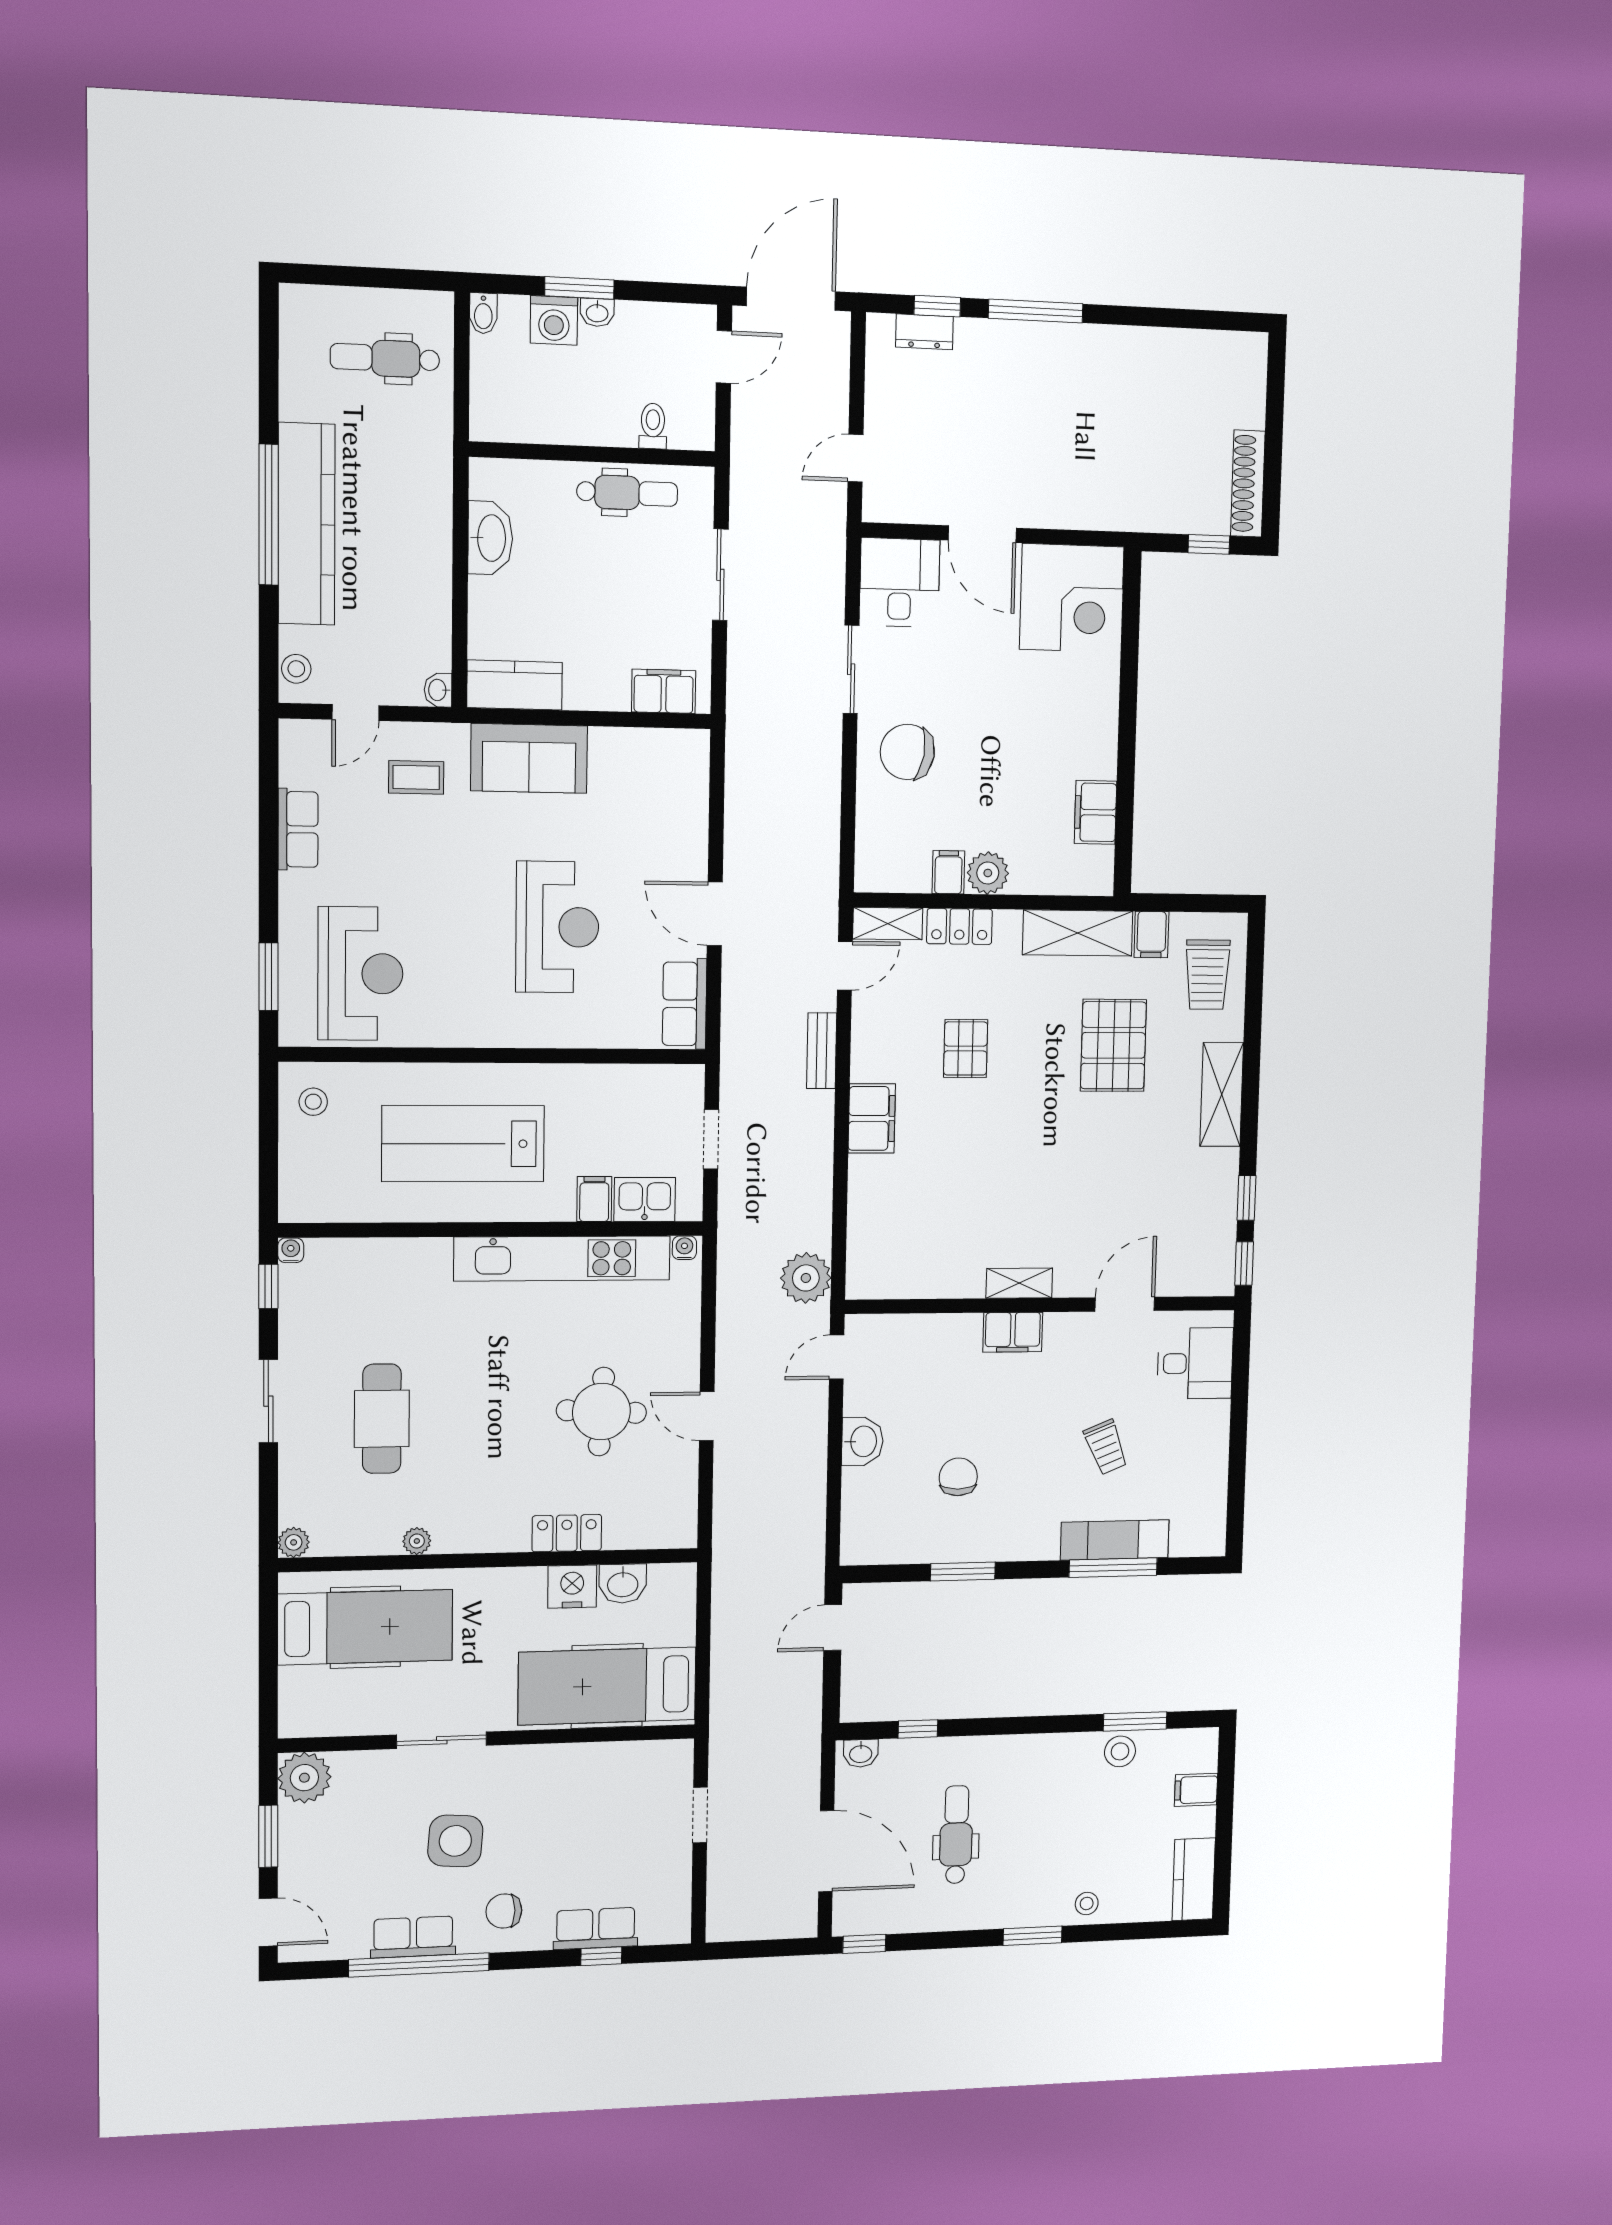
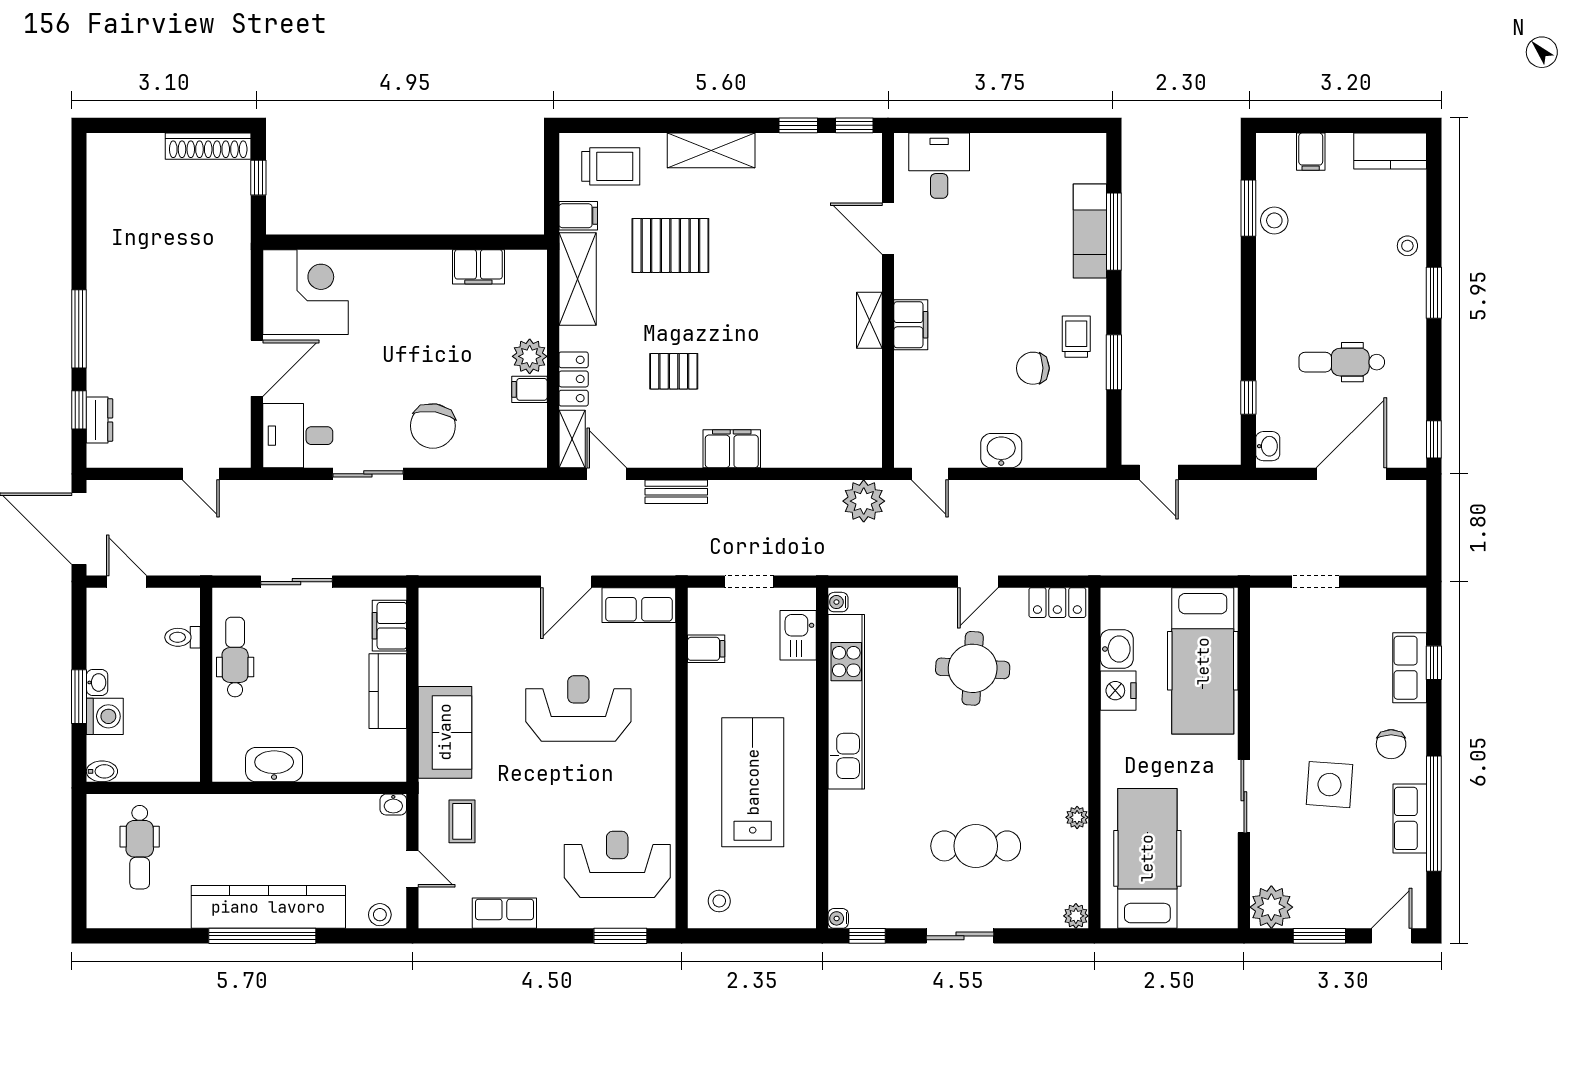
kitchen counter: (515, 685) -> (388, 691), moved
lab bench: (463, 1144) -> (753, 782), turned 180
filing cabinet: (594, 1199) -> (706, 649), moved, turned 180
trolley: (1106, 1447) -> (1076, 337), moved, turned -68
locker: (567, 1533) -> (1057, 603), moved, turned -90

